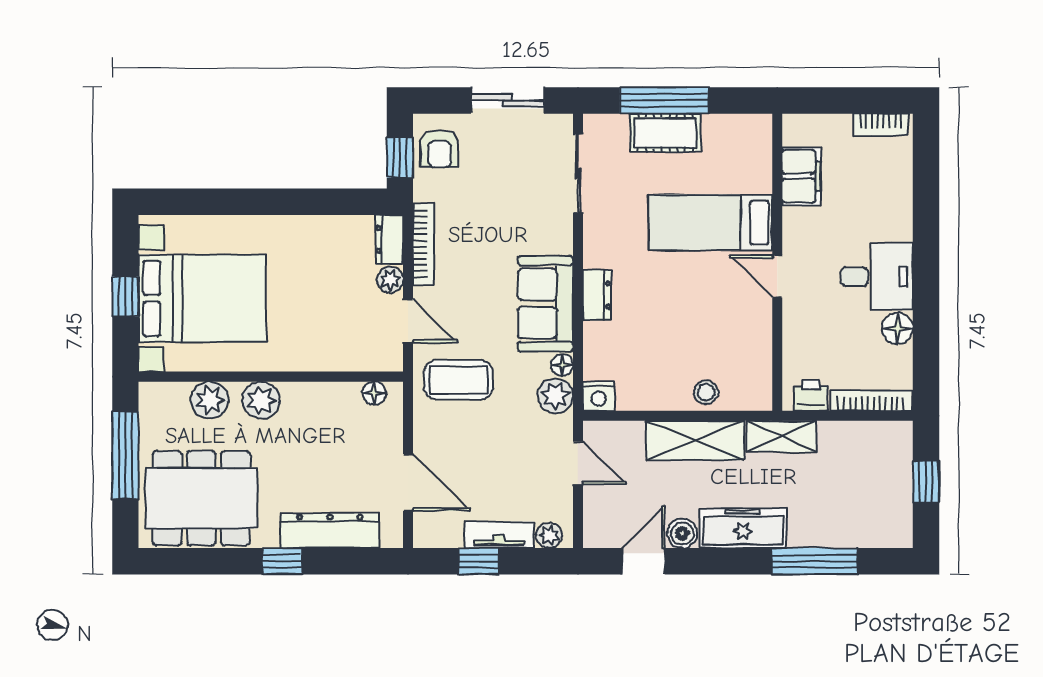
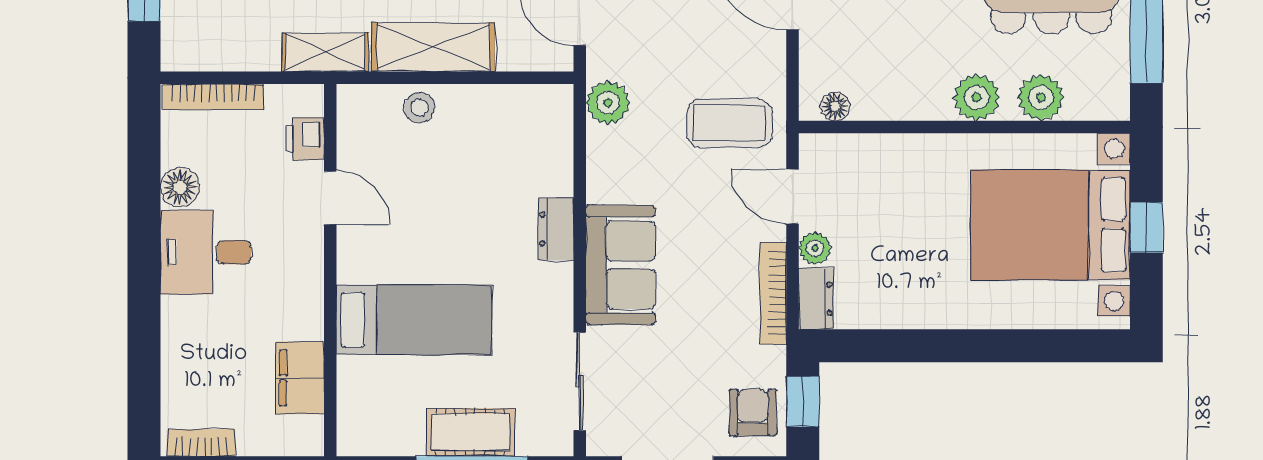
door: (777, 276) -> (330, 198), moved
sofa: (545, 304) -> (620, 265), moved
floor lamp: (562, 365) -> (600, 142), removed
printer: (811, 395) -> (305, 139), moved, turned 90
nightstand: (599, 396) -> (554, 102), removed

